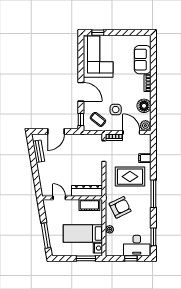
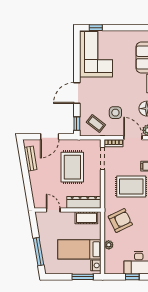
door: (81, 92) -> (77, 93), swing flipped
rug: (77, 159) -> (72, 167), added

